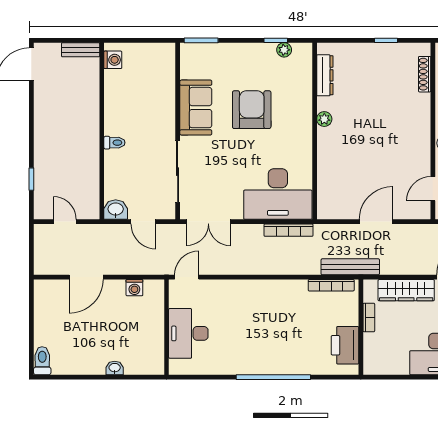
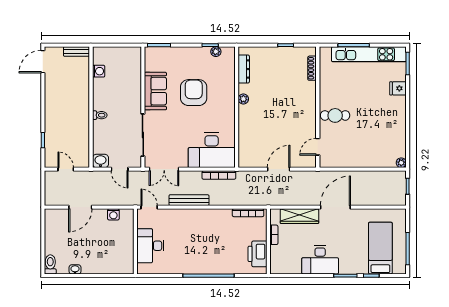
washing machine: (113, 60) -> (99, 71), moved
bench: (350, 267) -> (189, 200), moved
door: (187, 277) -> (149, 207), hinge flipped
washbasin: (115, 368) -> (75, 269), moved

